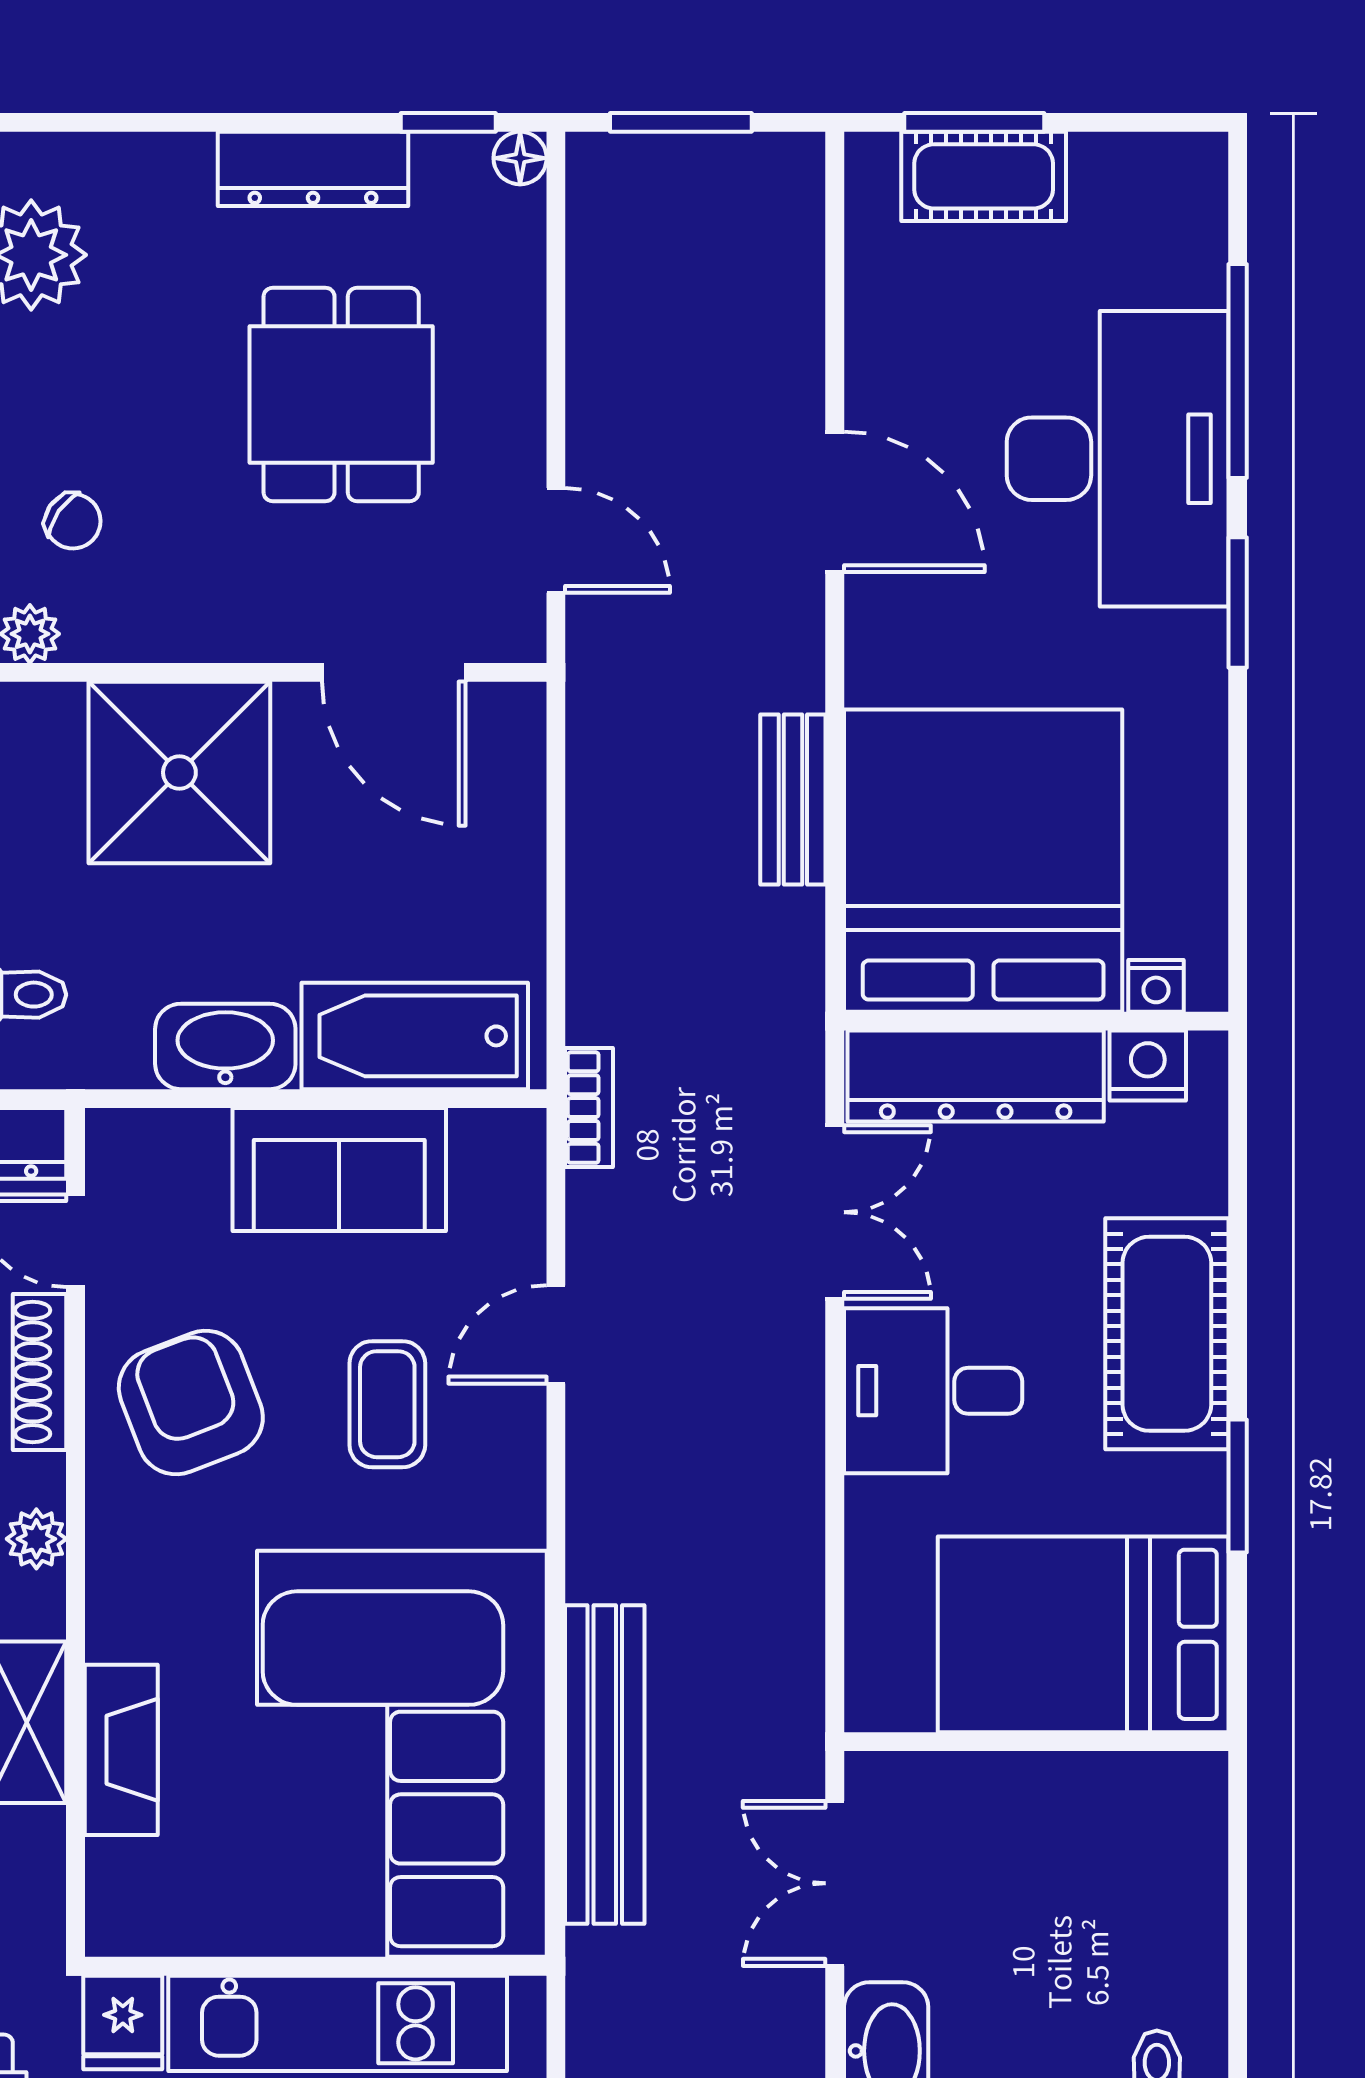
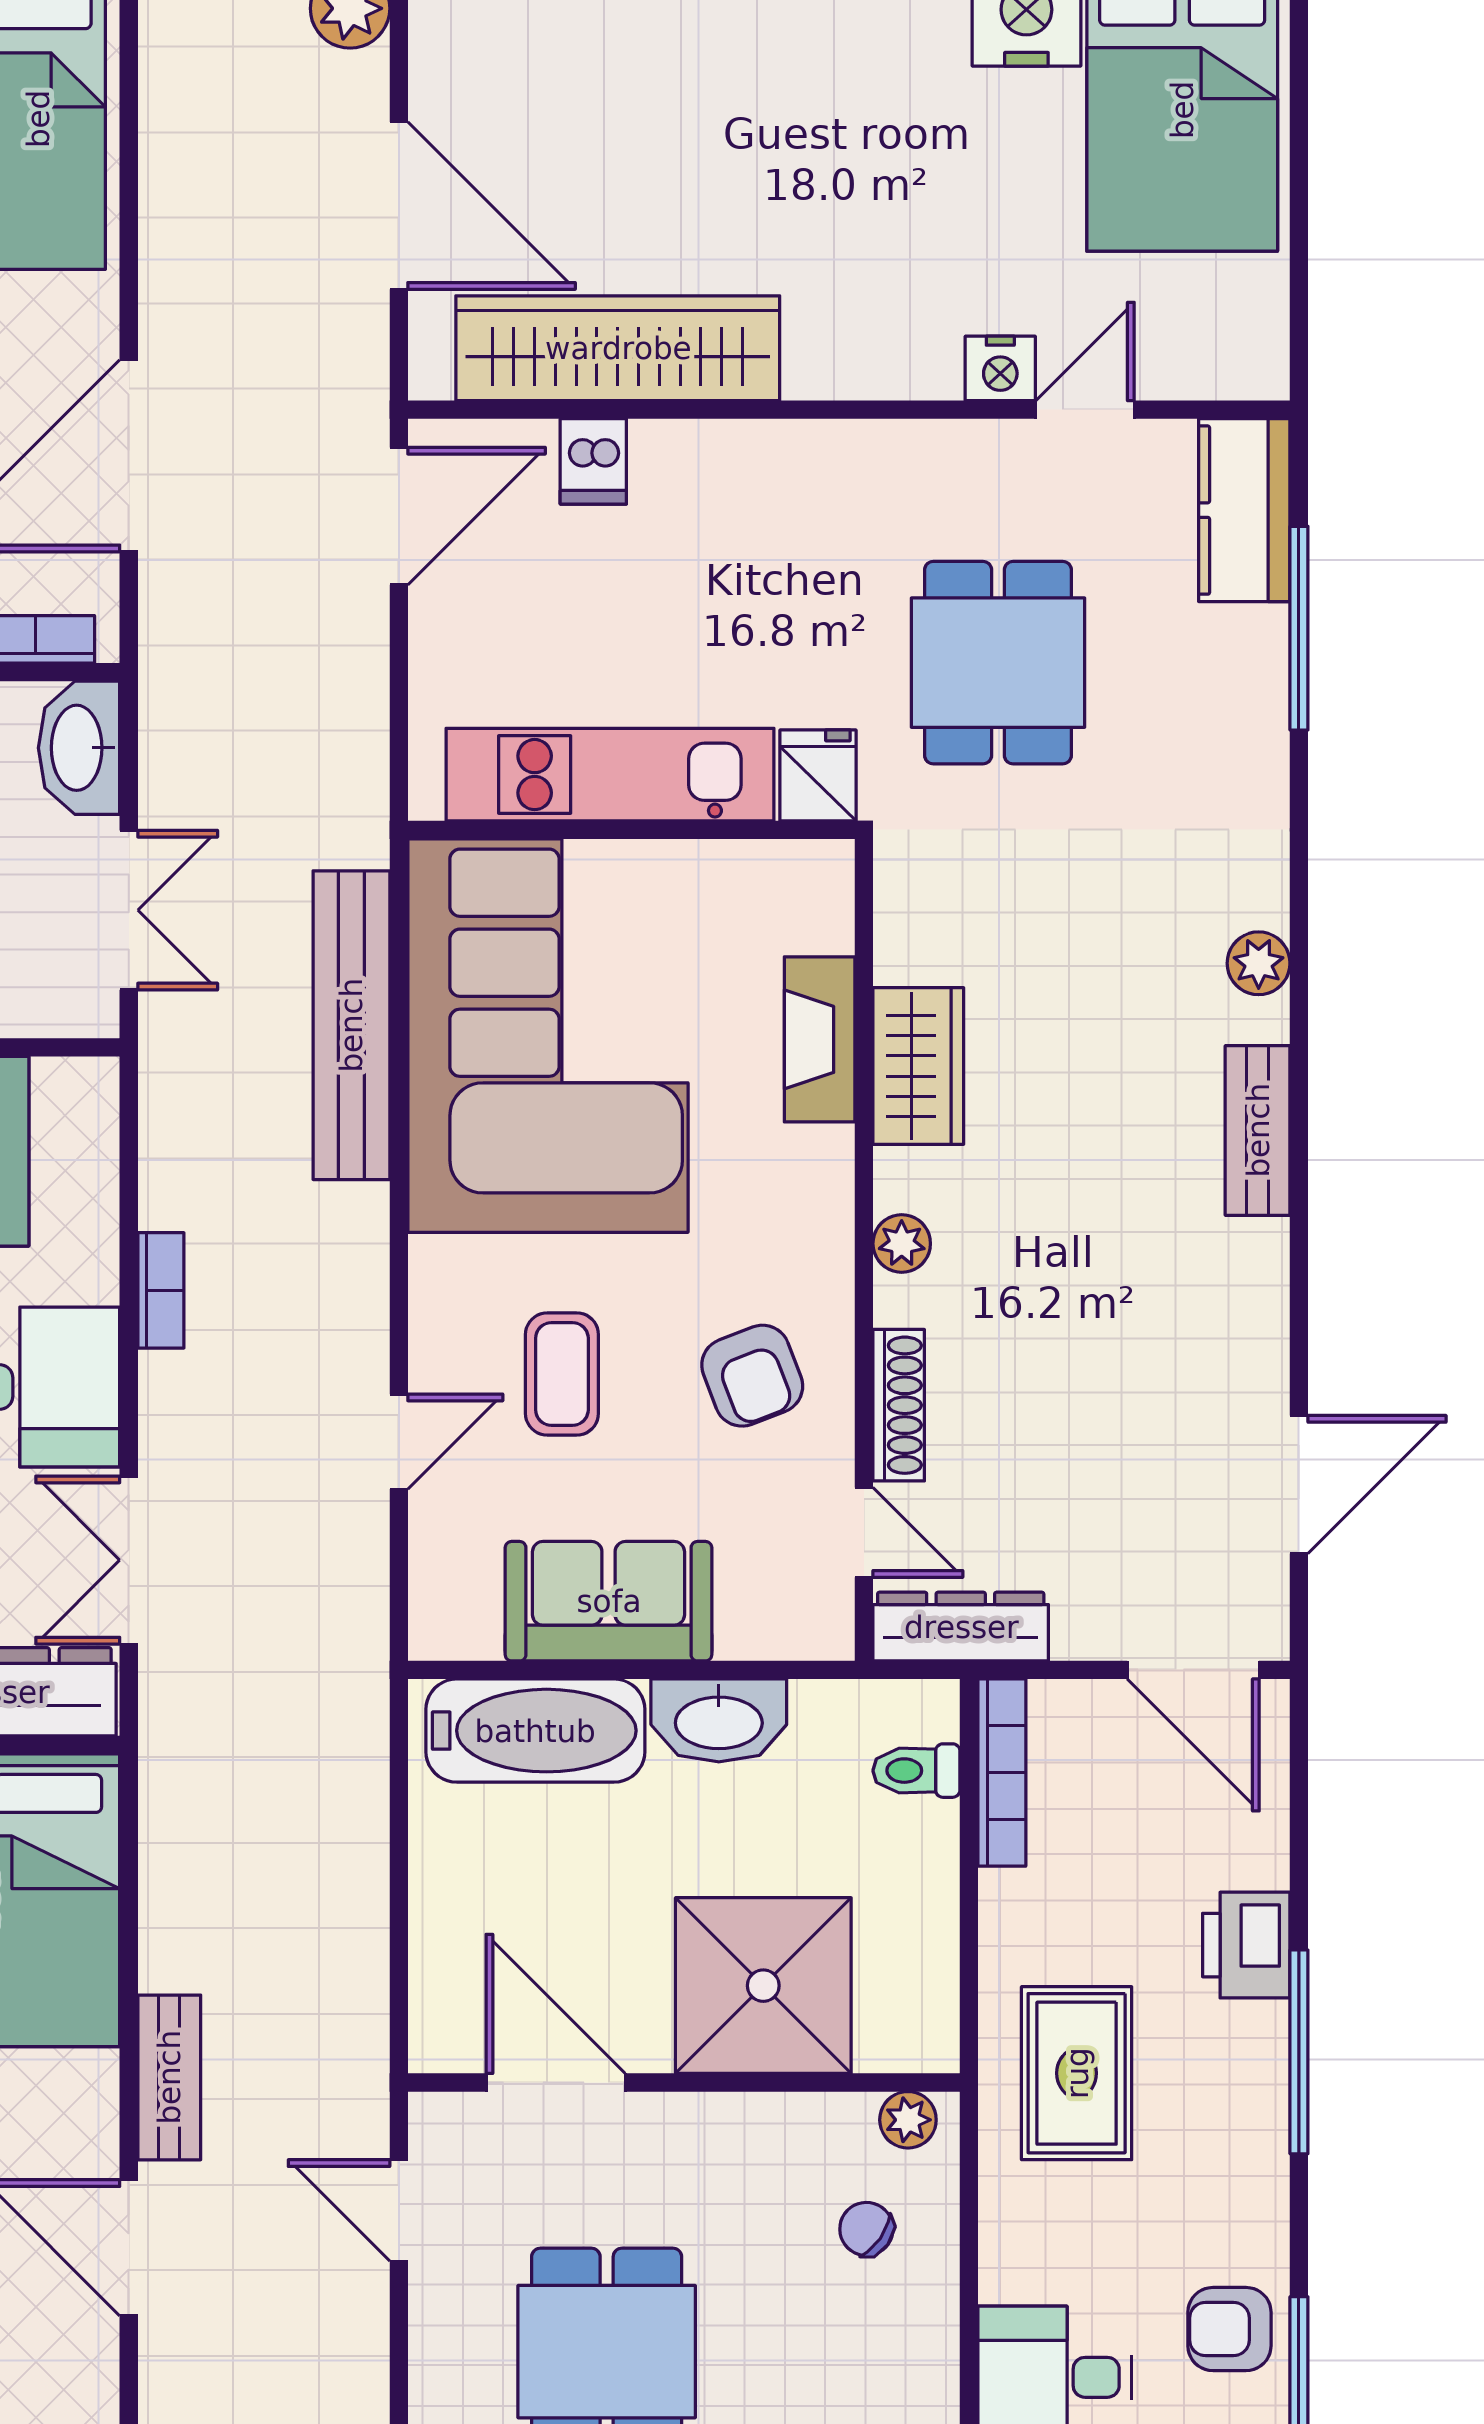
bench: (793, 800) -> (169, 2077), moved
bookcase: (589, 1108) -> (161, 1290), moved, turned 180
armchair: (191, 1402) -> (752, 1376), width x0.72, depth x0.72

